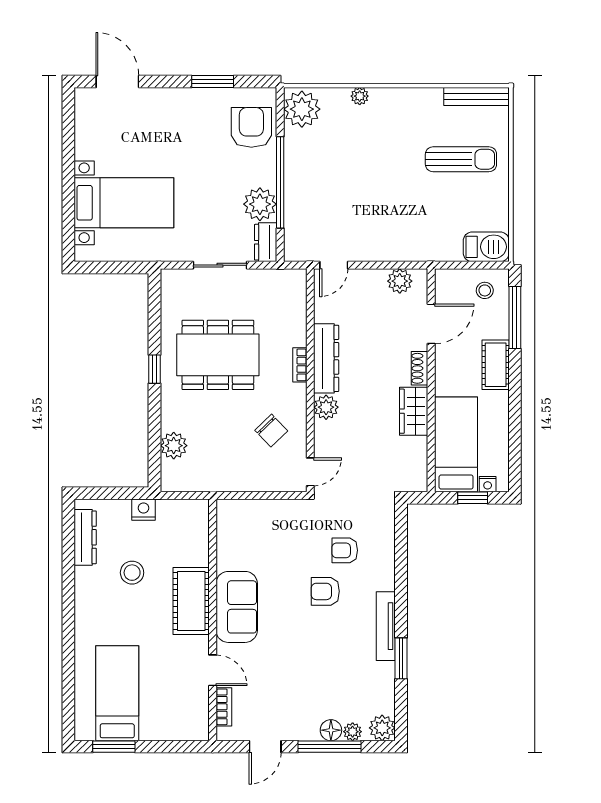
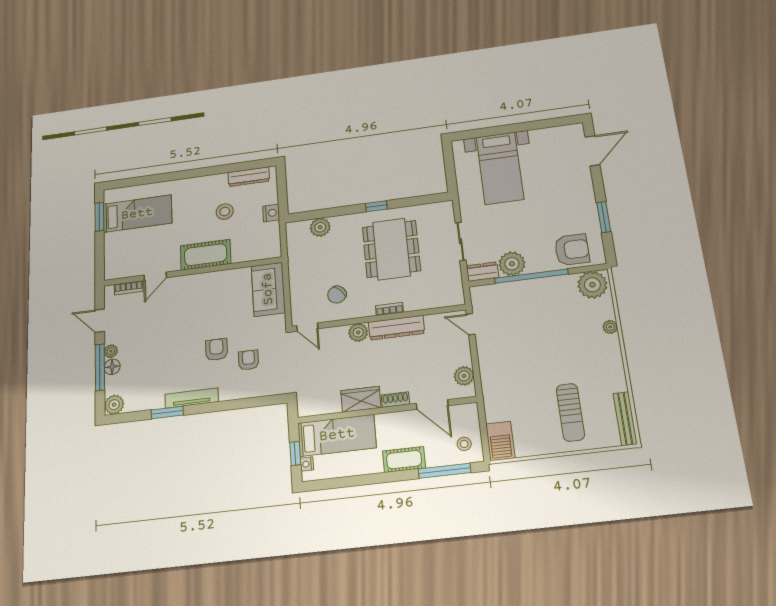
sofa: (237, 607) -> (268, 289), moved, turned 90
plant: (353, 732) -> (111, 351), moved

